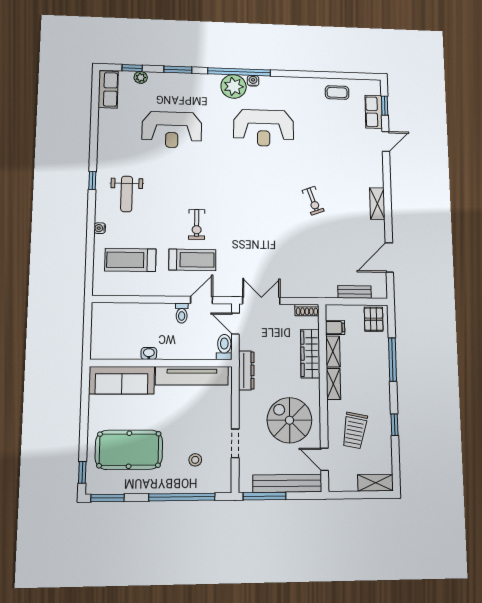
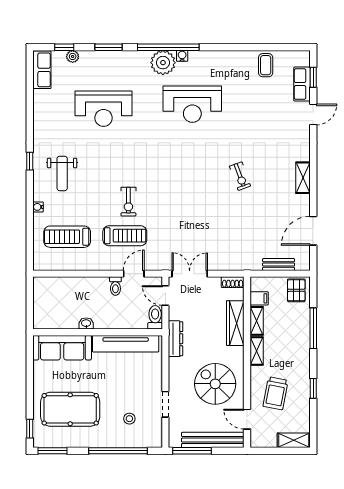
coffee table: (337, 92) -> (266, 65), turned 90

